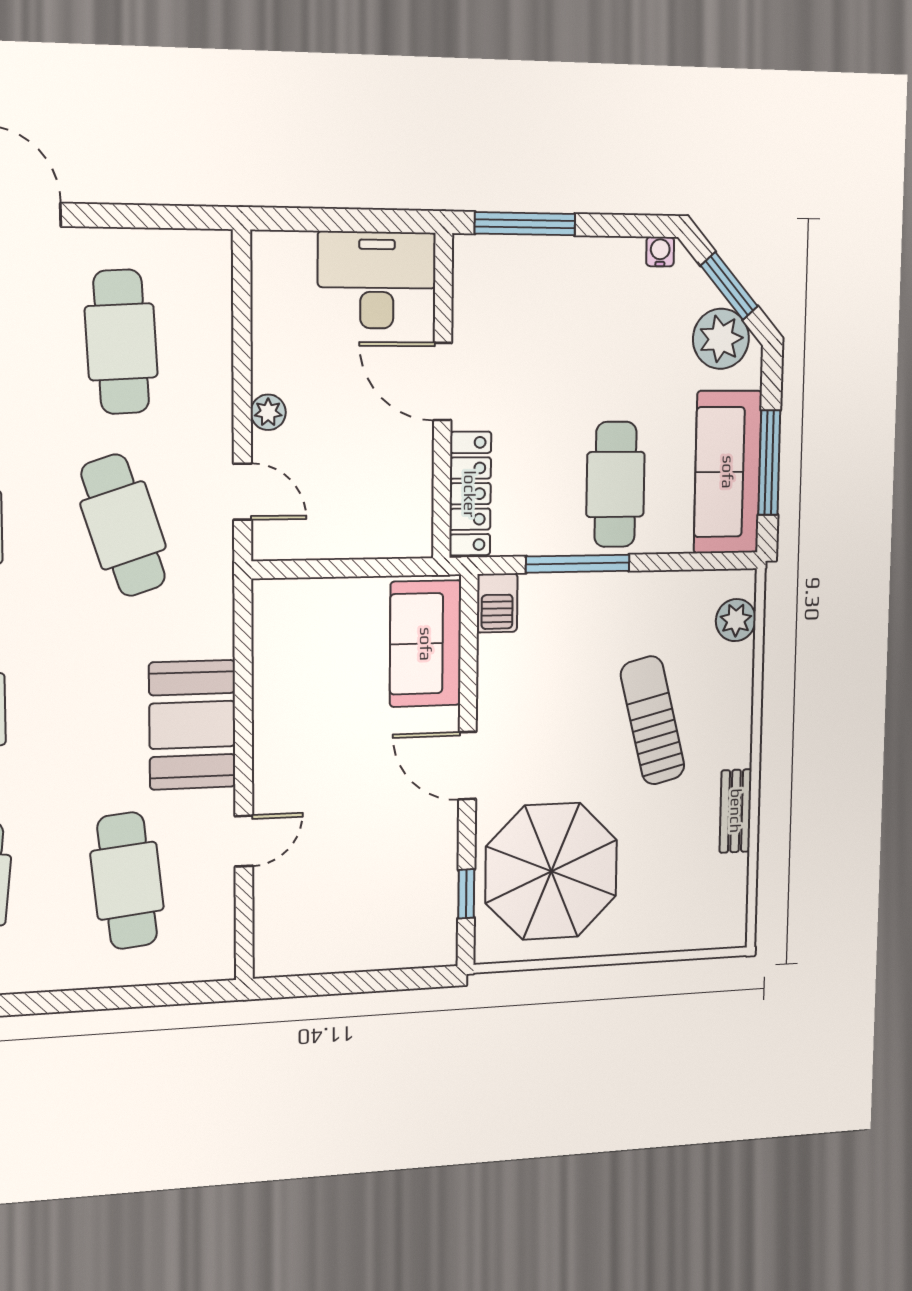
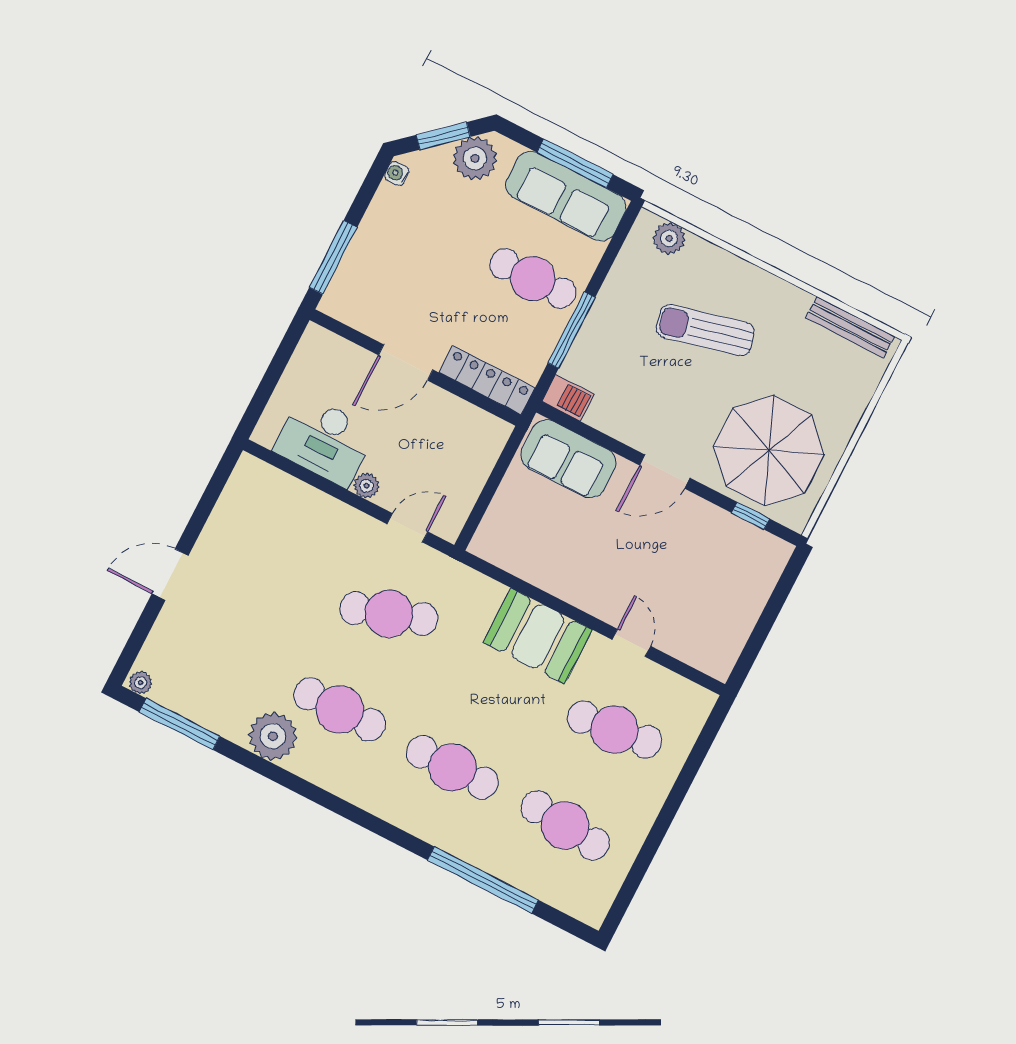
desk: (377, 280) -> (325, 441), moved, turned -90
cafe table: (121, 342) -> (276, 556), removed
bench: (736, 811) -> (850, 327), moved, width x1.36

